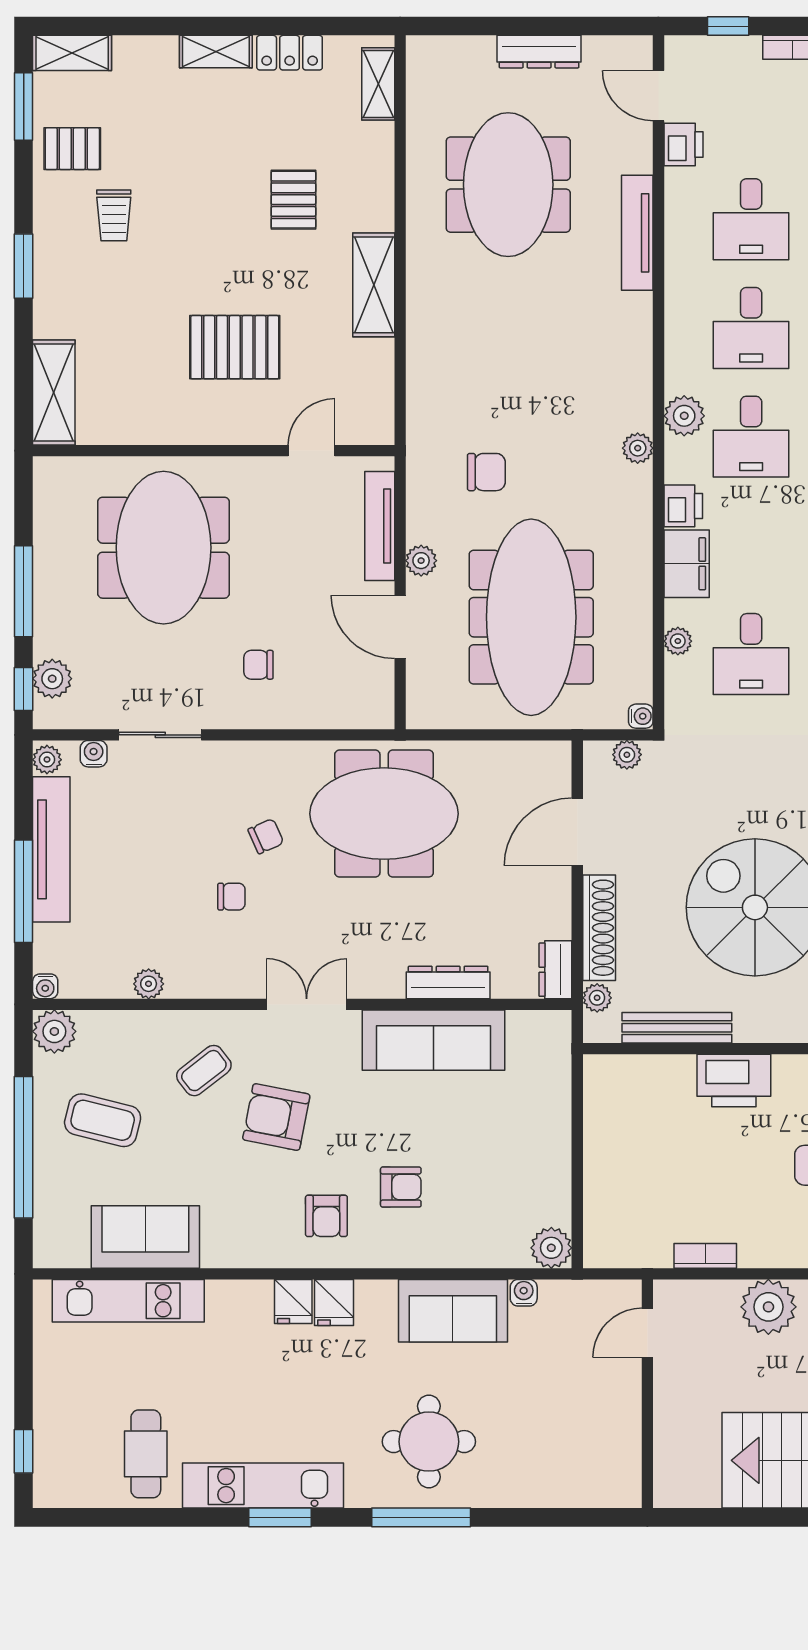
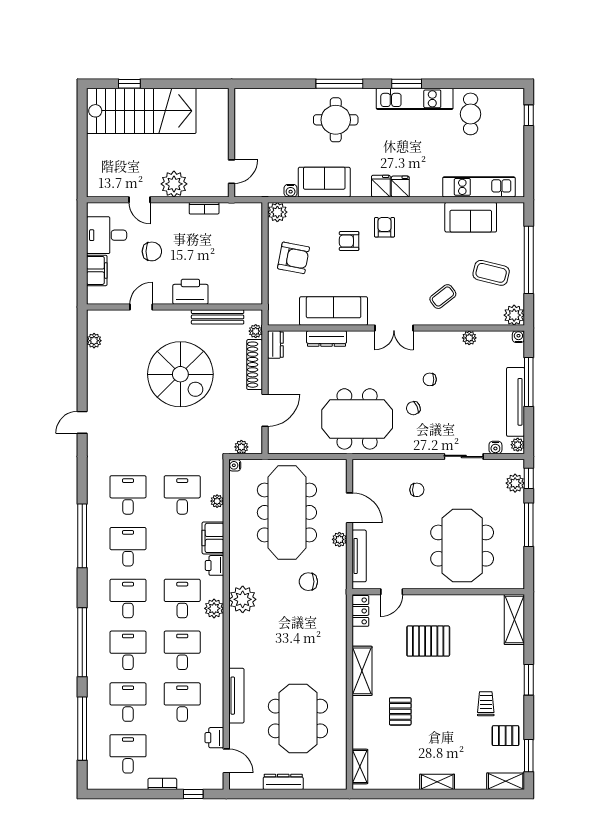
locker: (290, 53) -> (360, 611), moved, turned 90
plant: (638, 448) -> (243, 599), width x1.88, depth x1.88
armchair: (276, 1117) -> (294, 258), moved

